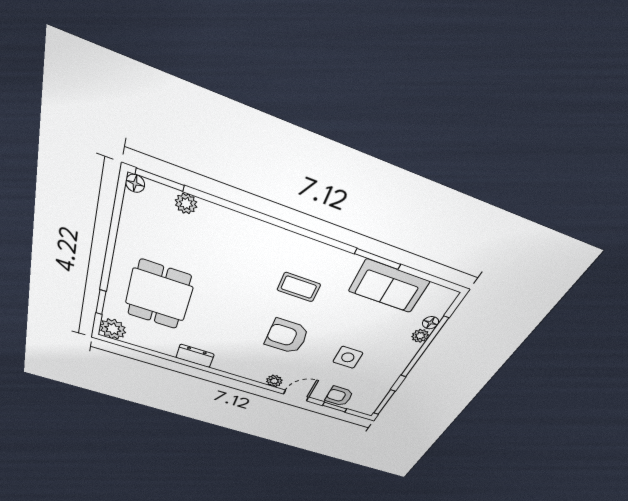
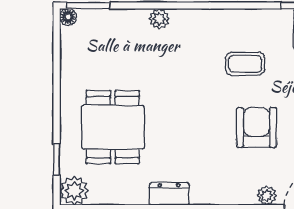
plant: (186, 204) -> (159, 19), moved
armchair: (287, 336) -> (257, 128), turned 90

